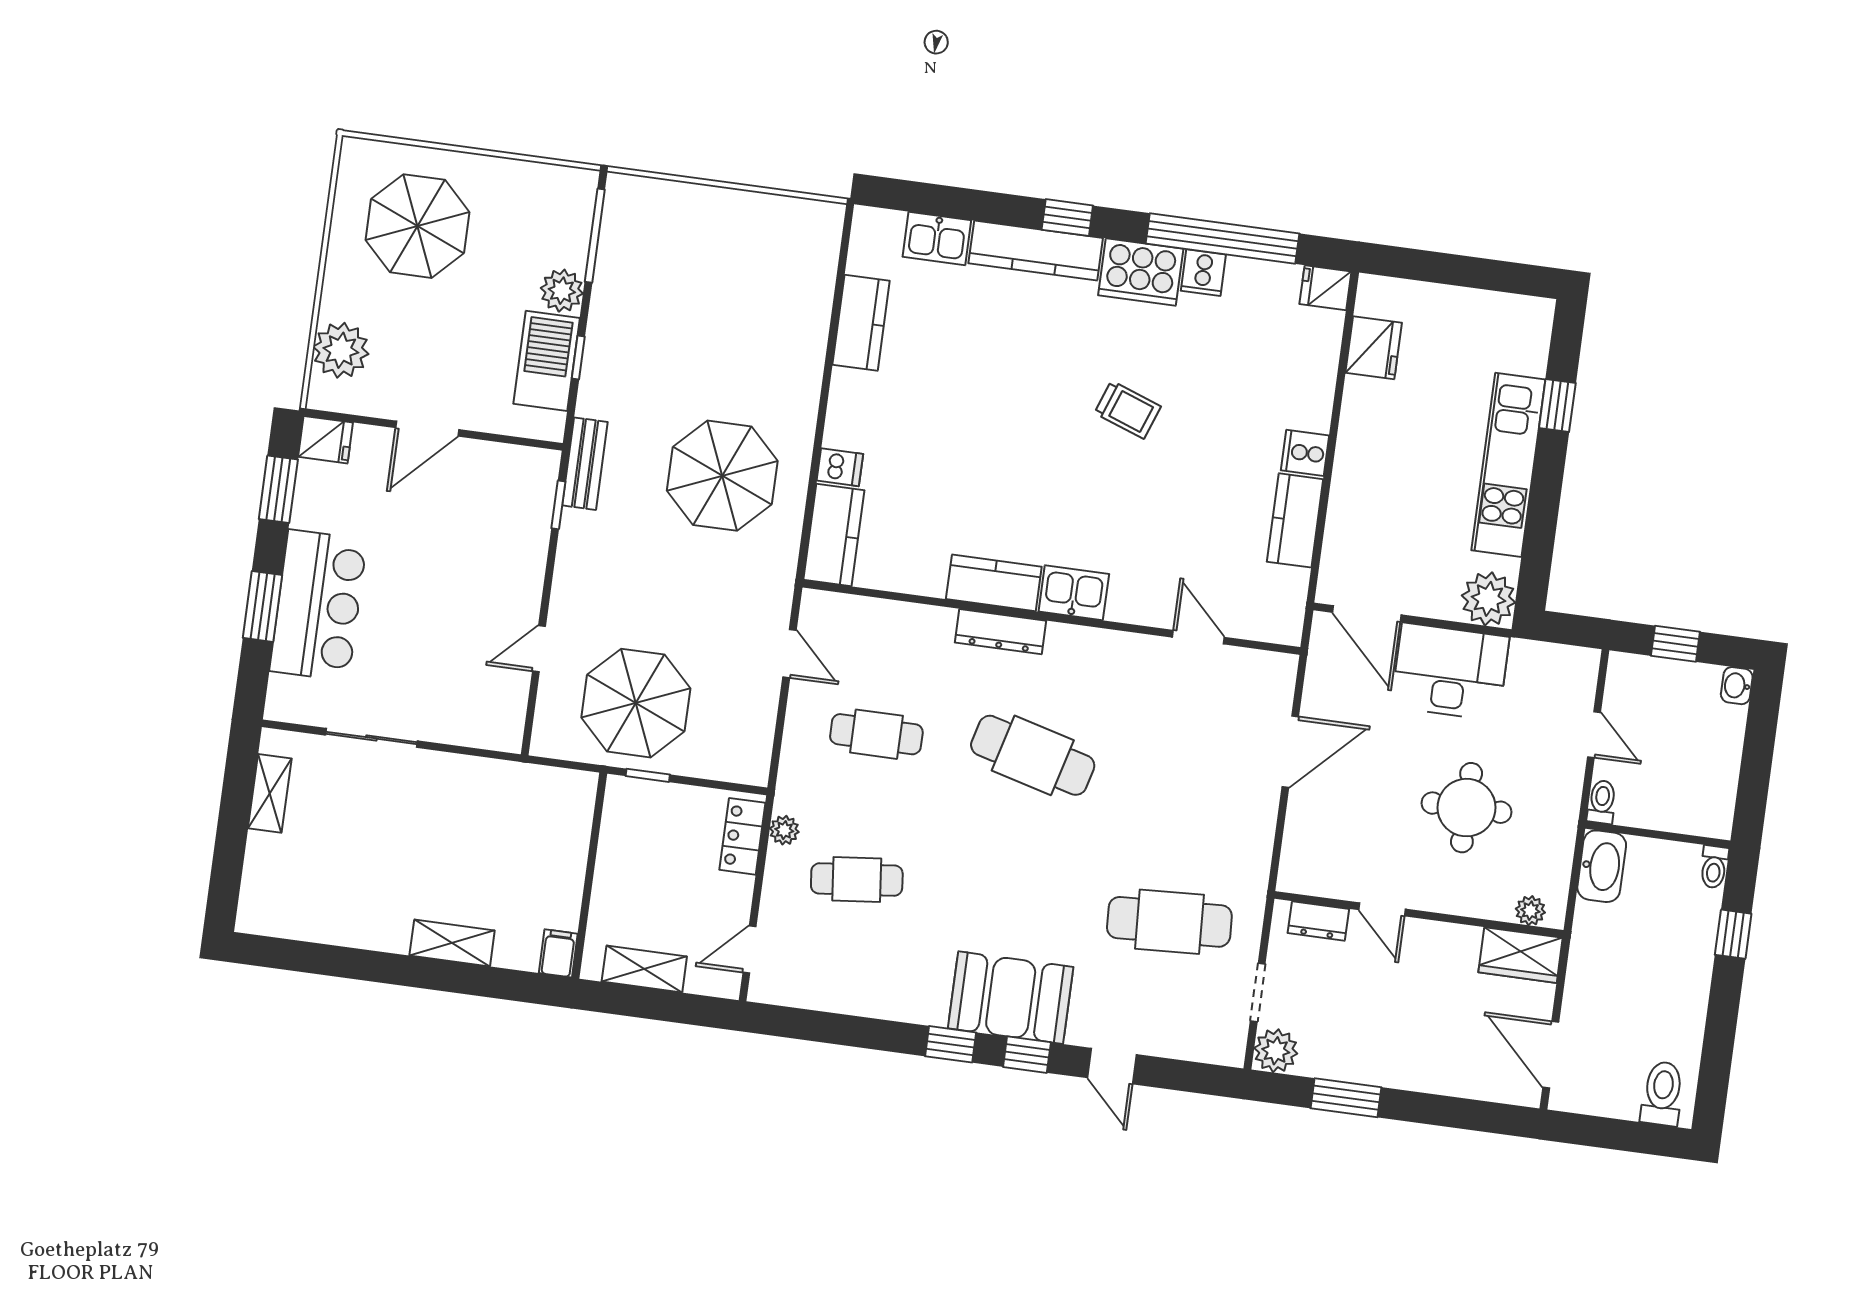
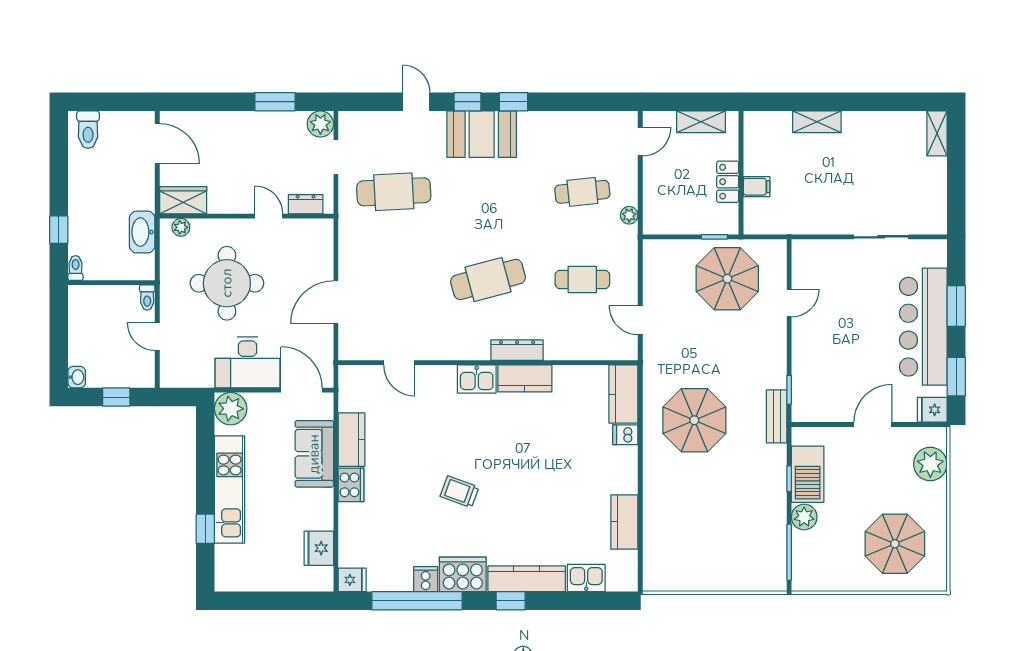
cooker: (1305, 453) -> (351, 485), width x1.36
sofa: (1360, 505) -> (314, 454), added
bar counter: (318, 605) -> (923, 327), width x1.36
cafe table: (1033, 755) -> (488, 279), turned -30
shelving: (270, 793) -> (937, 133), moved
round table: (1467, 808) -> (227, 283), width x1.36, depth x1.36
locker: (742, 836) -> (728, 182), moved, turned 180
washbasin: (1602, 866) -> (142, 232), moved
filing cabinet: (558, 953) -> (757, 187), moved, turned -90

